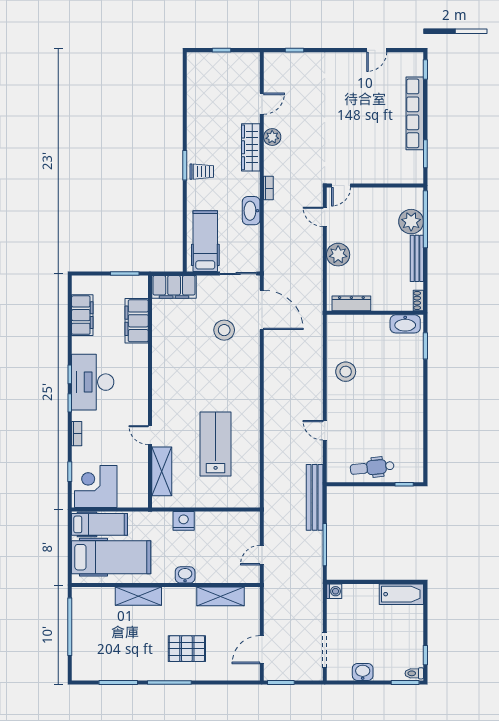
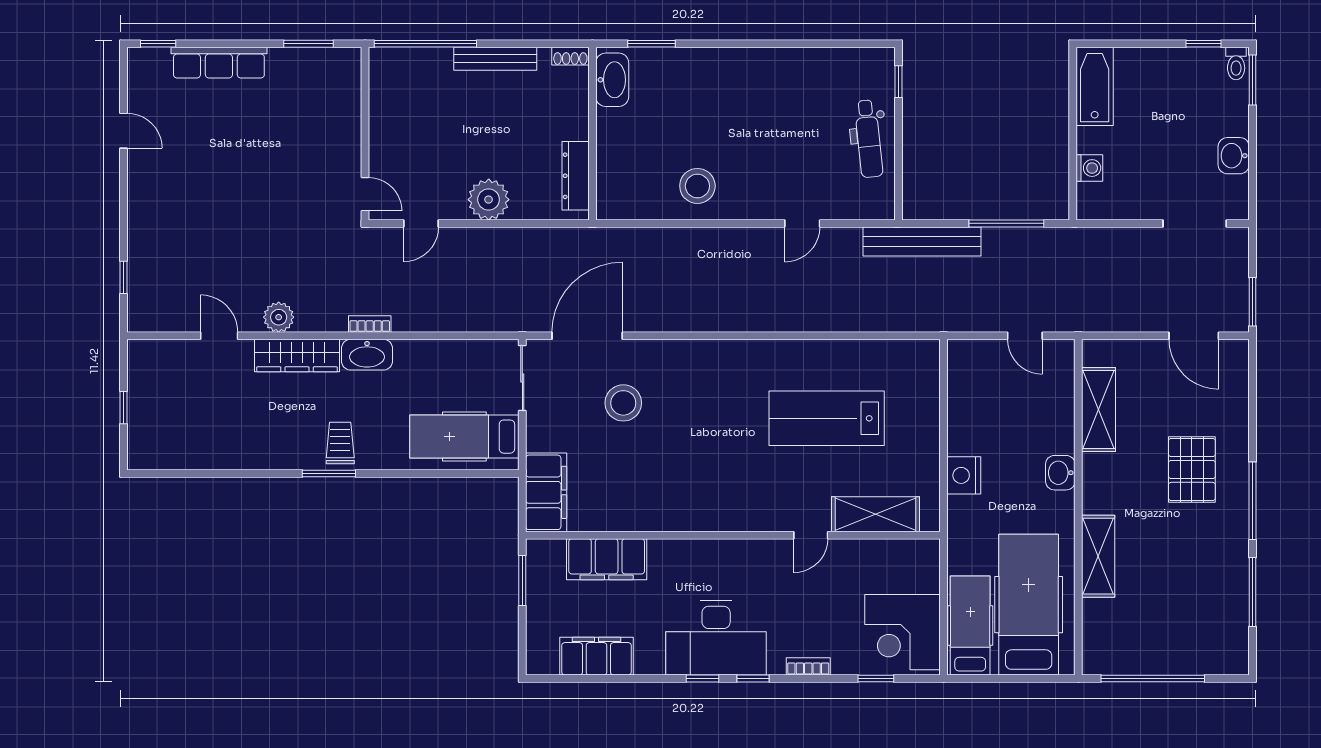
row of seats: (415, 113) -> (219, 63), width x0.73
washbasin: (251, 211) -> (367, 355), moved
plant: (411, 222) -> (430, 69), removed
washing machine: (334, 591) -> (1089, 168), moved, turned 90

